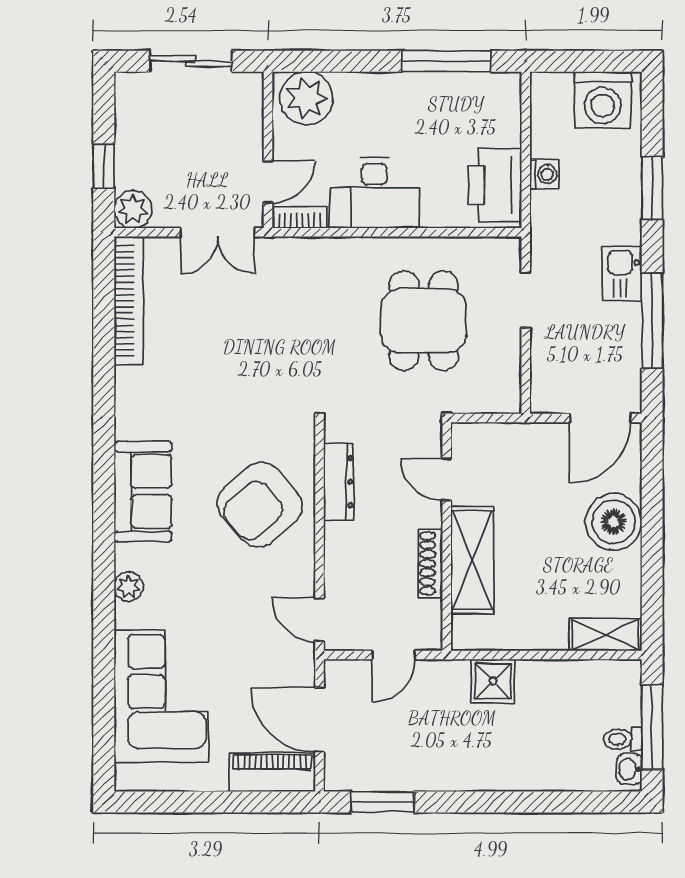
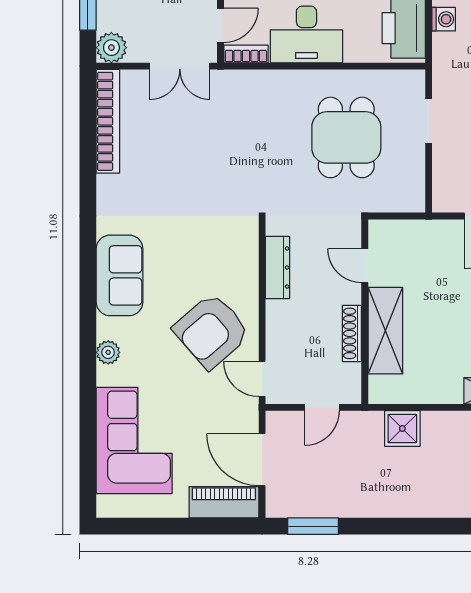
armchair: (260, 505) -> (212, 331), moved

